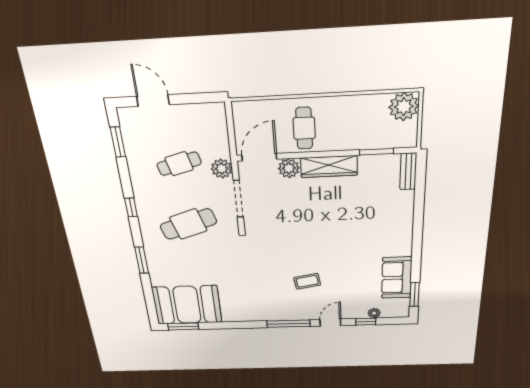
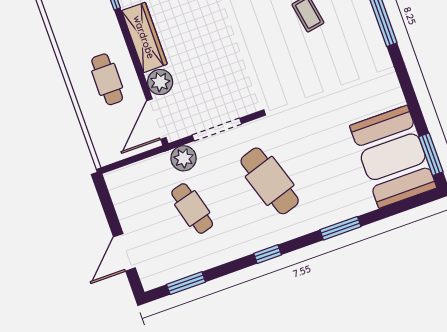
cafe table: (304, 128) -> (107, 79), turned 90
door: (259, 157) -> (156, 119), hinge flipped

